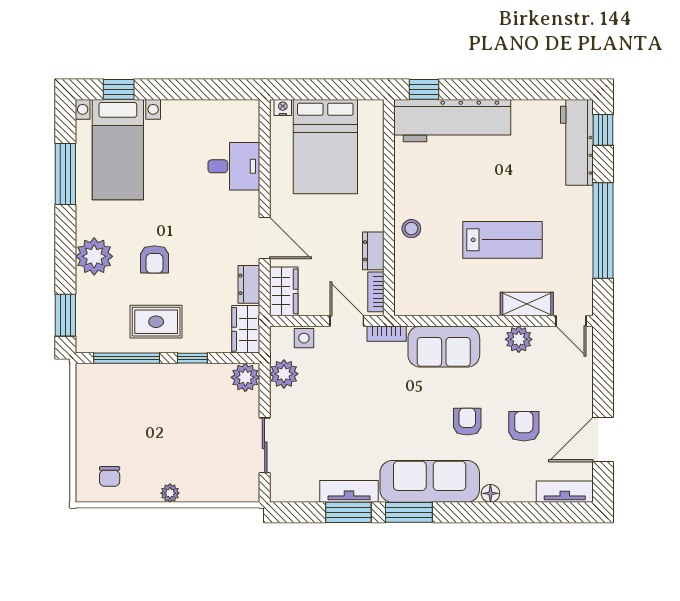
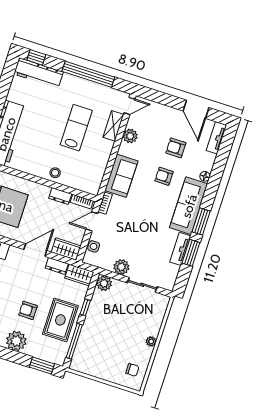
armchair: (154, 259) -> (28, 310), turned 180
rug: (156, 322) -> (60, 320), width x1.36, depth x1.43
plant: (284, 374) -> (121, 267), moved

